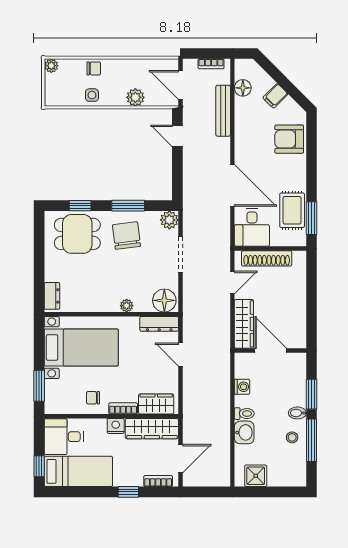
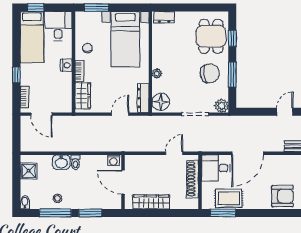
armchair: (289, 139) -> (282, 196), turned 90
door: (232, 283) -> (174, 153), swing flipped
wardrobe: (244, 324) -> (151, 202), moved, turned 180
door: (271, 350) -> (123, 182), swing flipped
washing machine: (242, 387) -> (113, 161), moved
bidet: (297, 413) -> (25, 202), moved
wardrobe: (152, 429) -> (64, 93), removed

